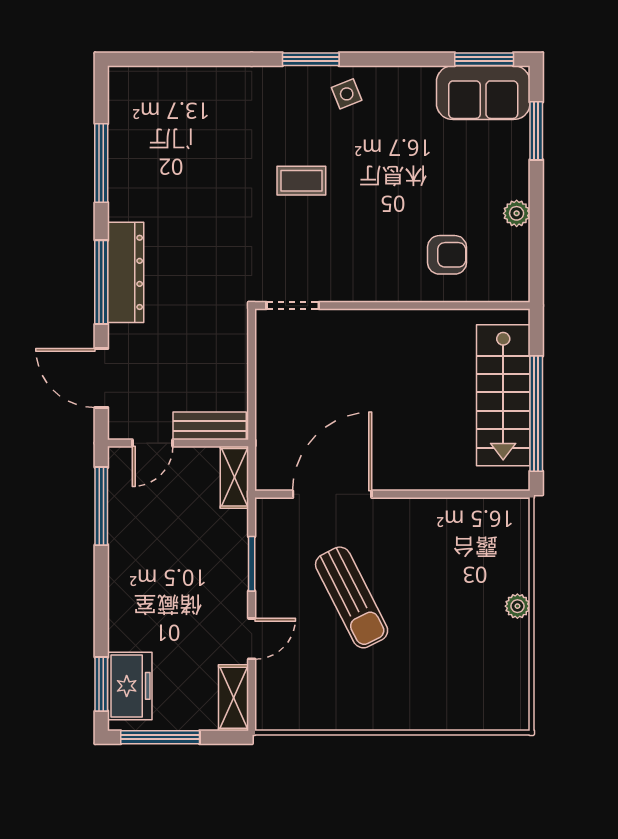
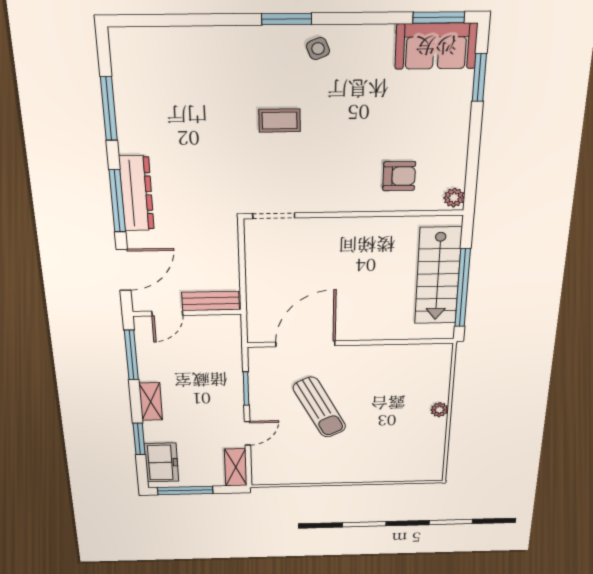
plant: (517, 213) -> (454, 198), moved
door: (101, 378) -> (124, 270), swing flipped
shelving: (234, 477) -> (151, 402), moved
window: (101, 684) -> (139, 439), moved

